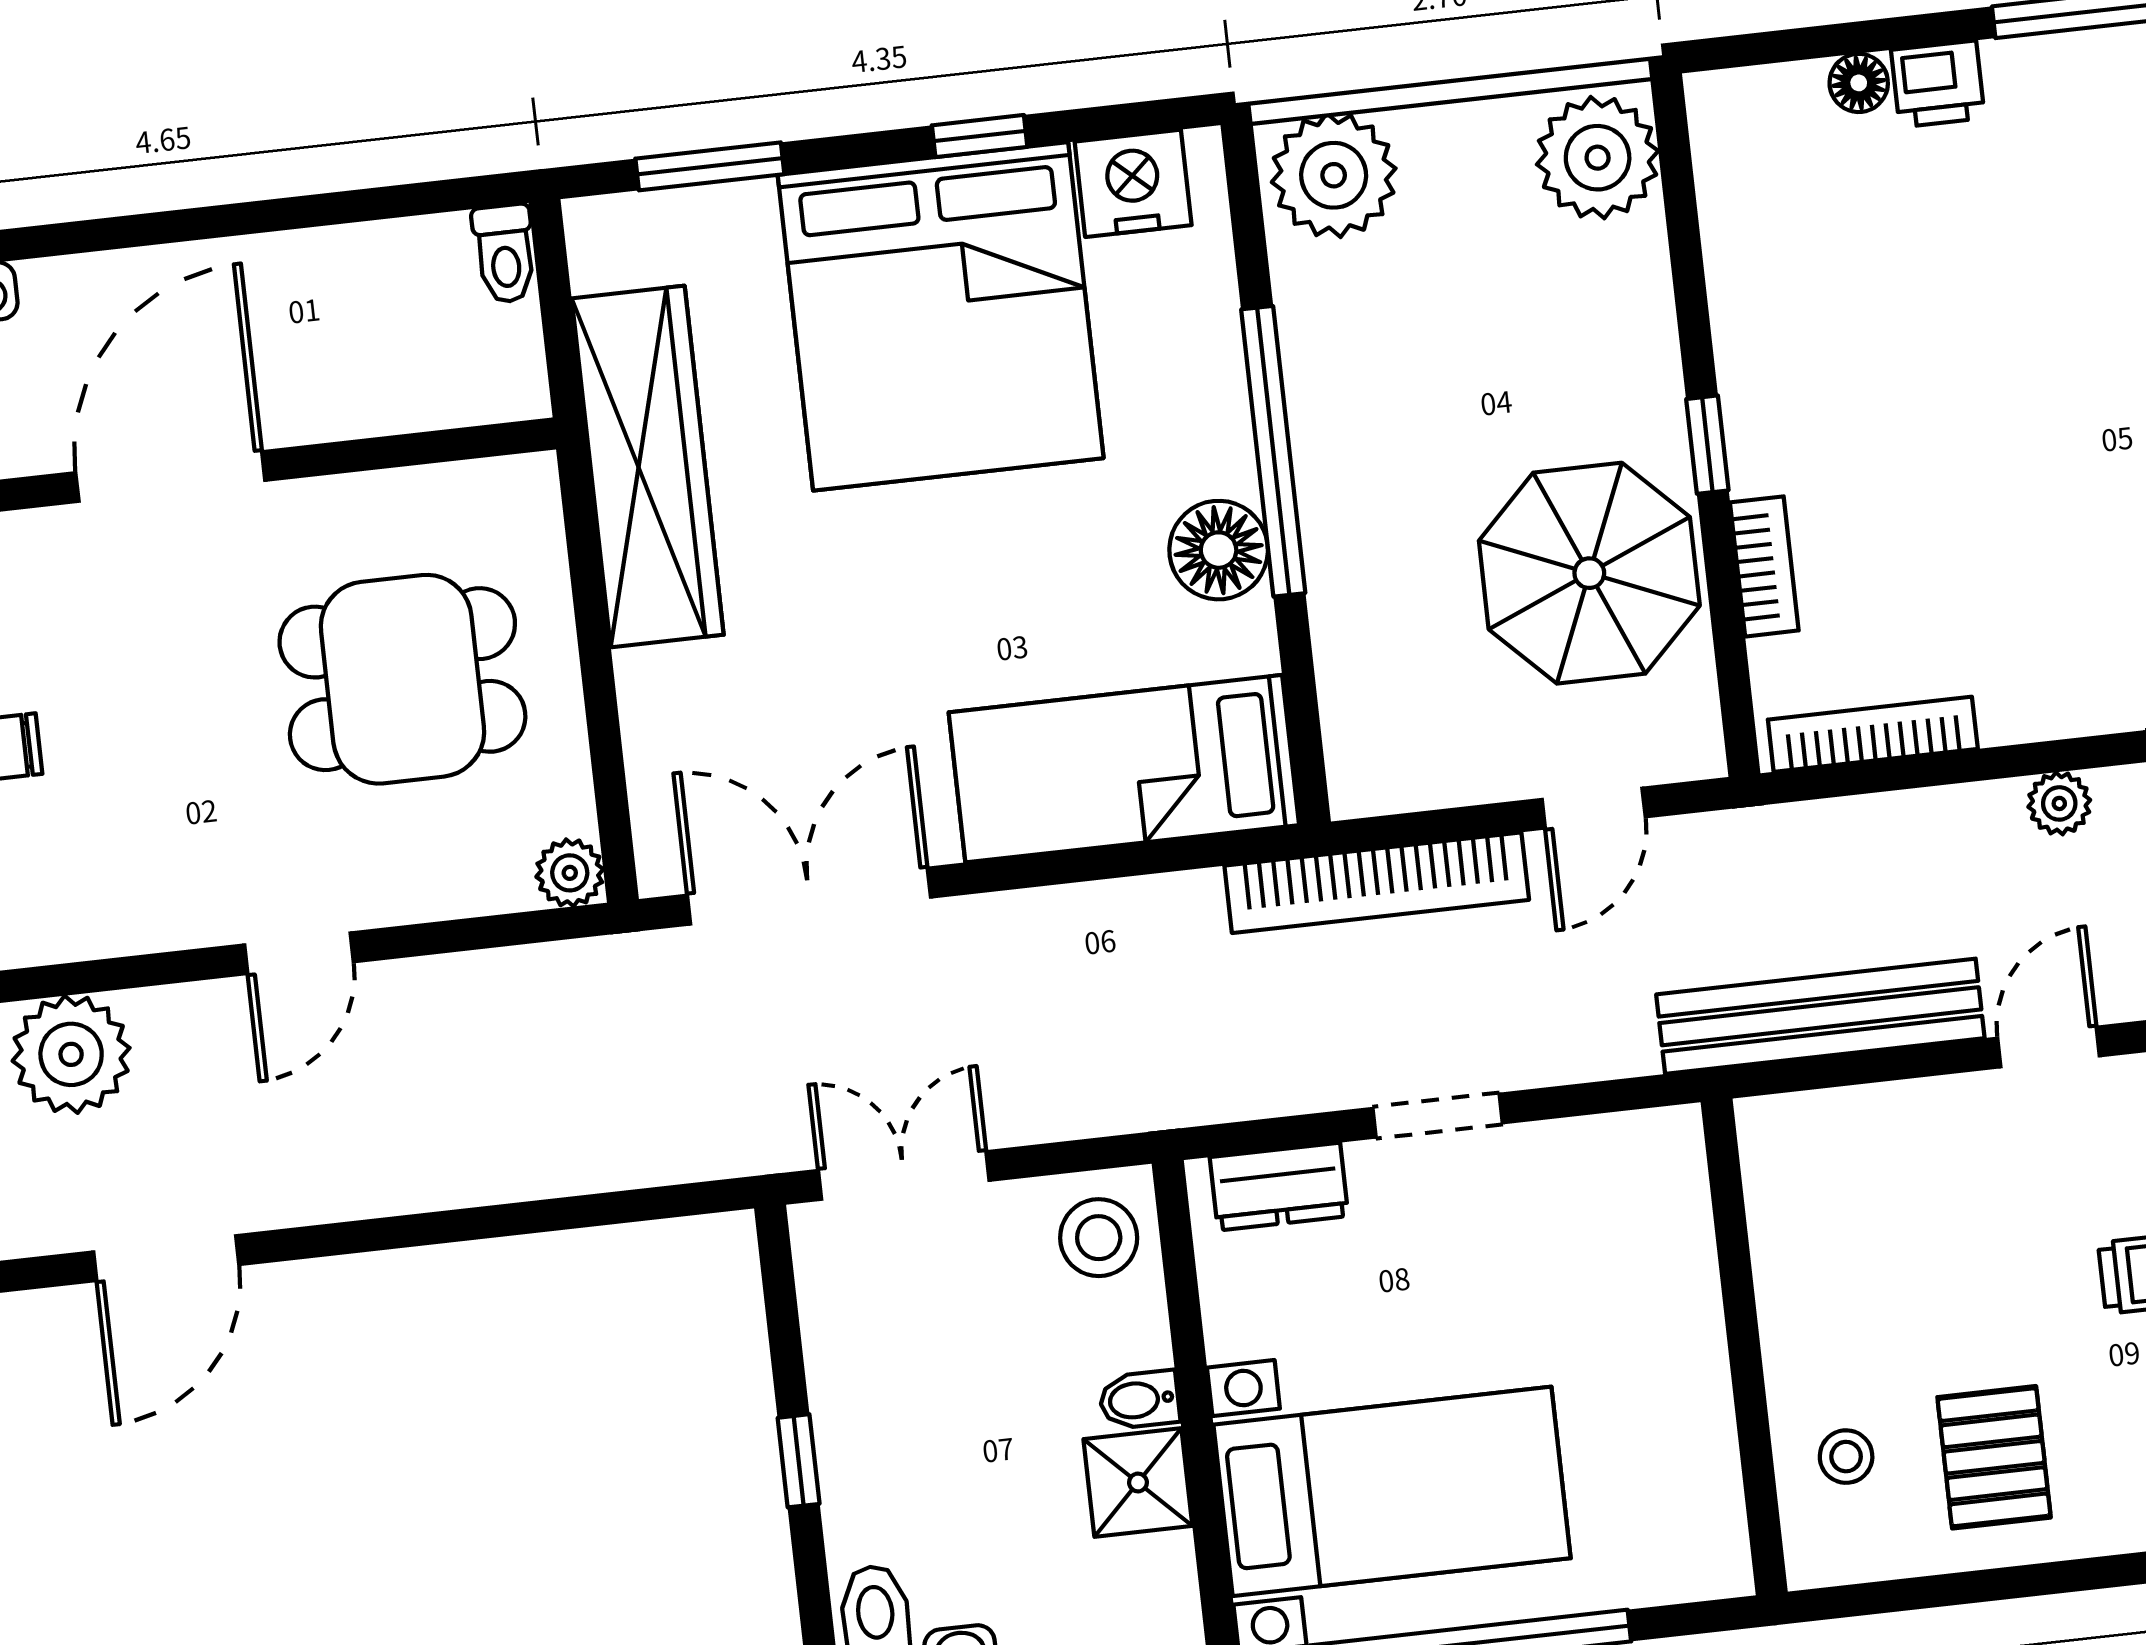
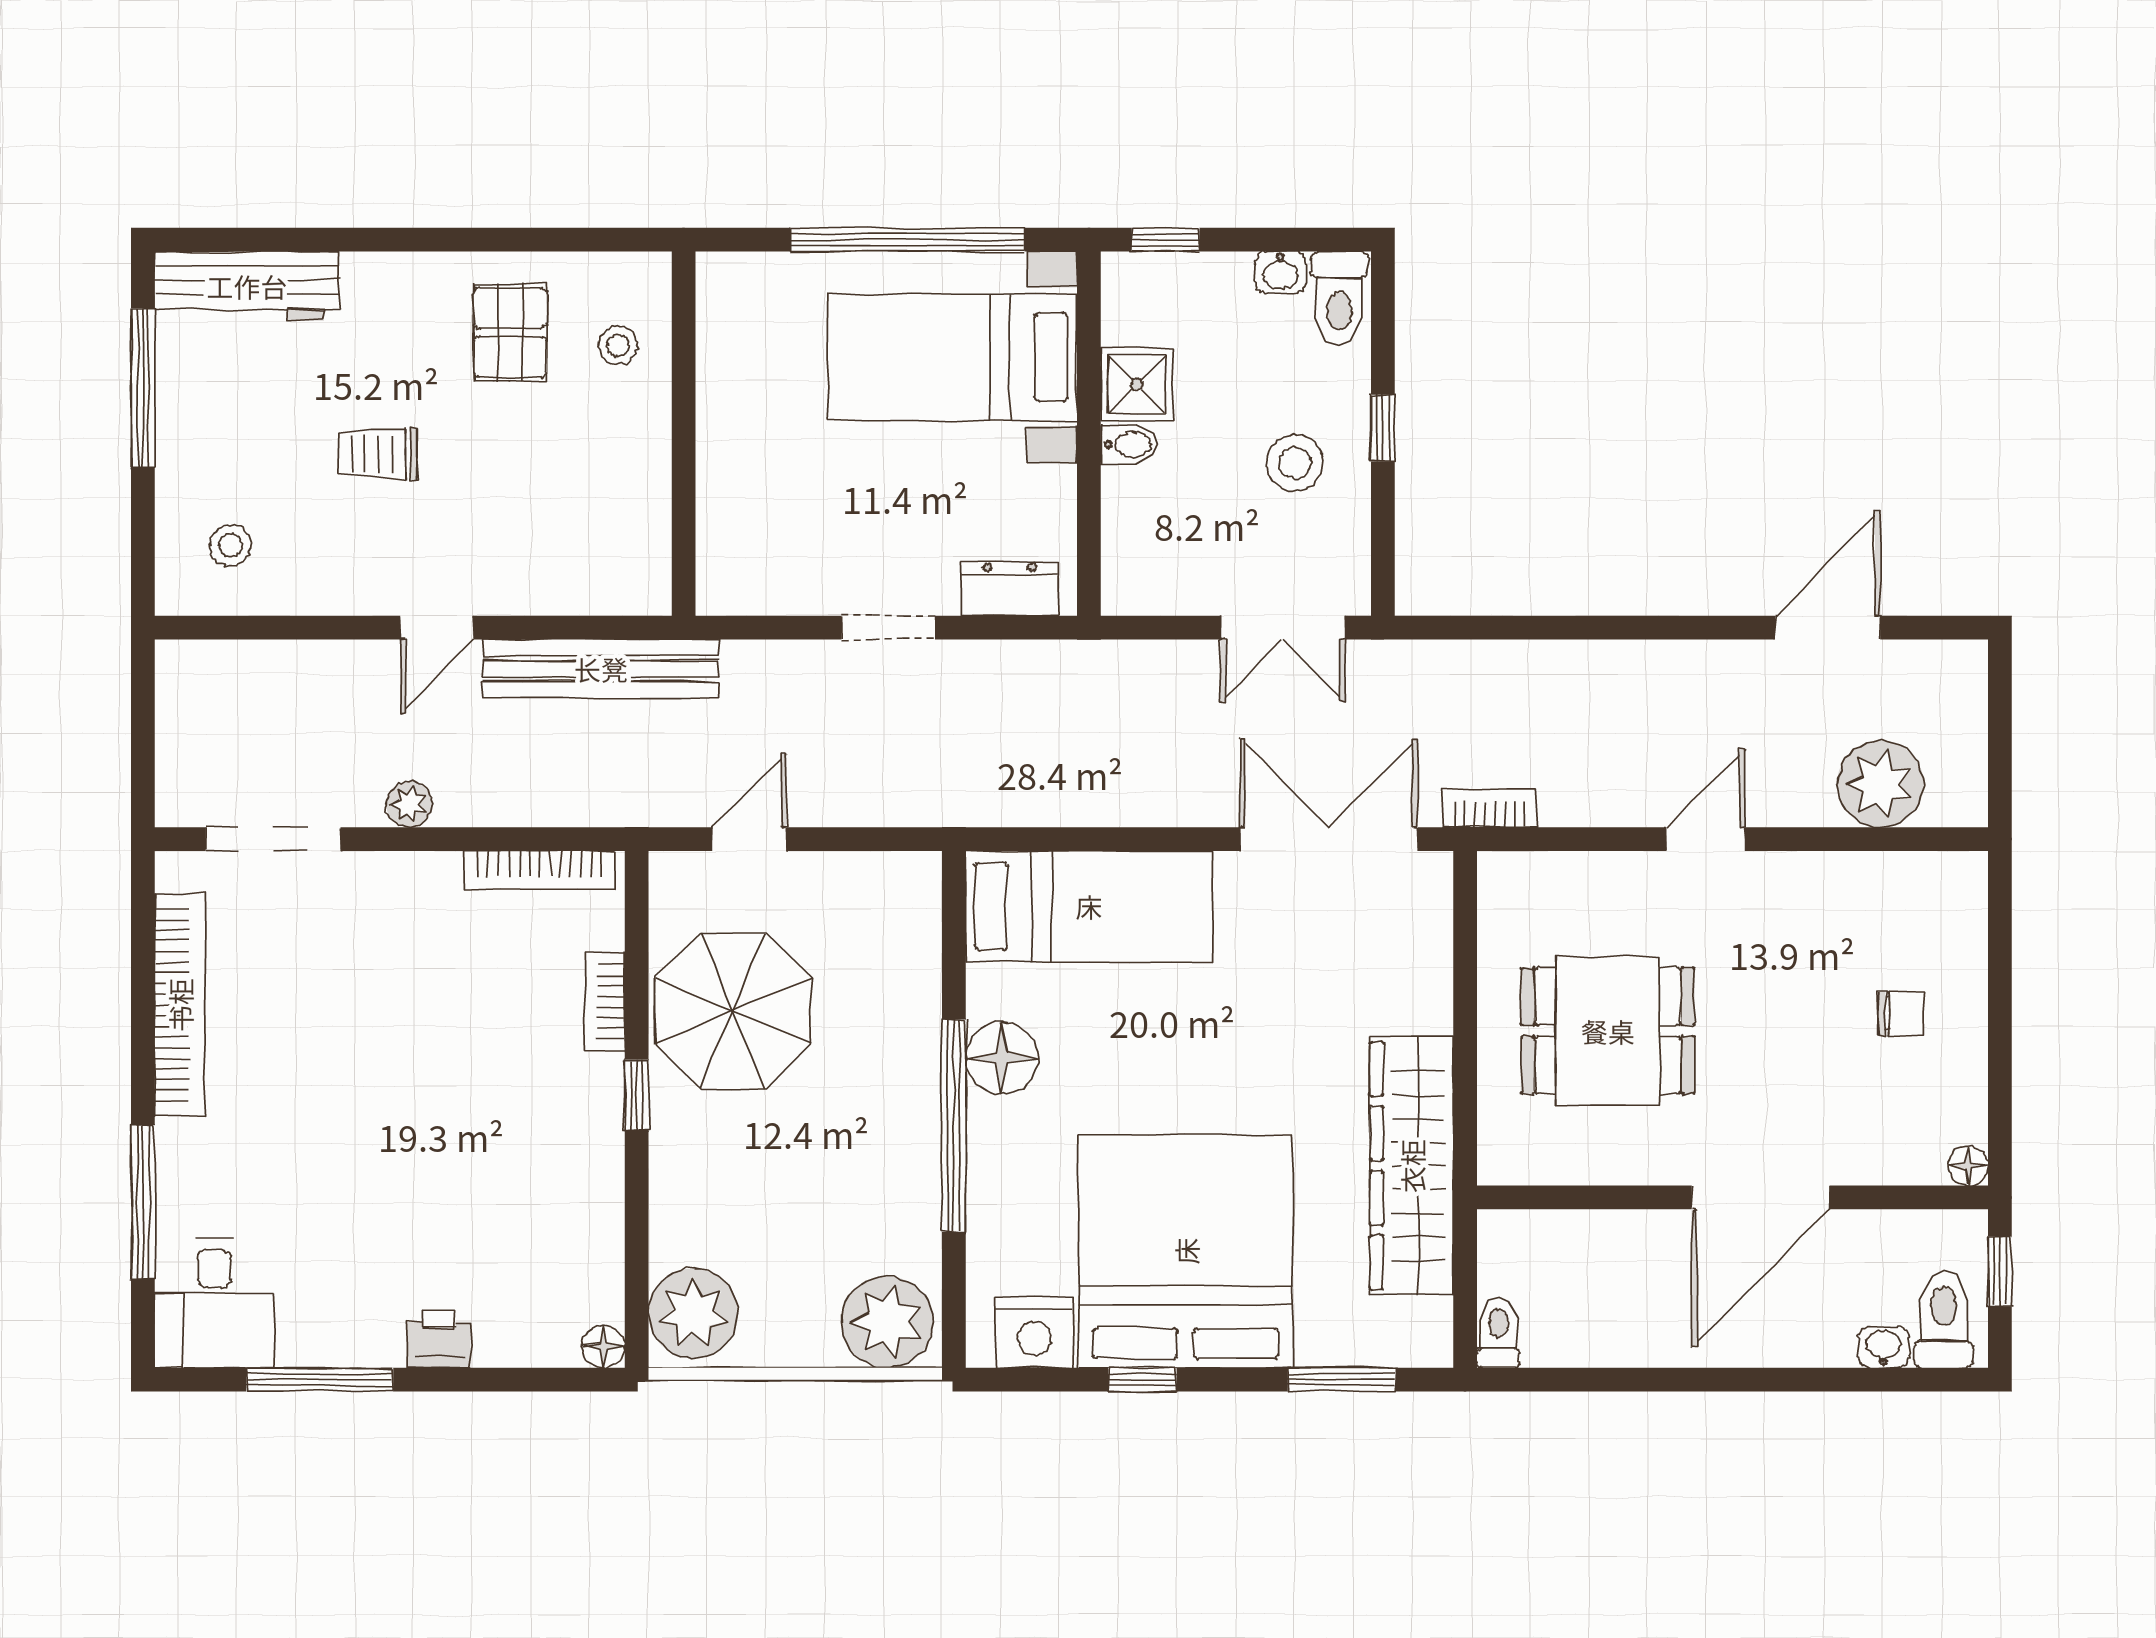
floor lamp: (1859, 83) -> (603, 1346), moved
plant: (570, 873) -> (1502, 876), removed
bookcase: (1377, 883) -> (1490, 808), moved, width x0.43, depth x0.76
double door: (809, 896) -> (1329, 839), swing flipped
stool: (1099, 1238) -> (1295, 463), moved

